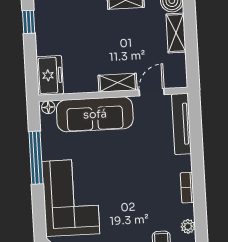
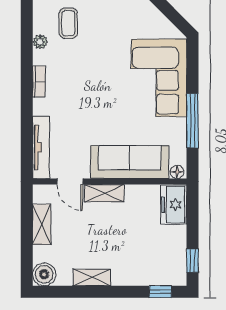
shelving: (176, 33) -> (42, 224), moved
door: (152, 92) -> (70, 182), hinge flipped

